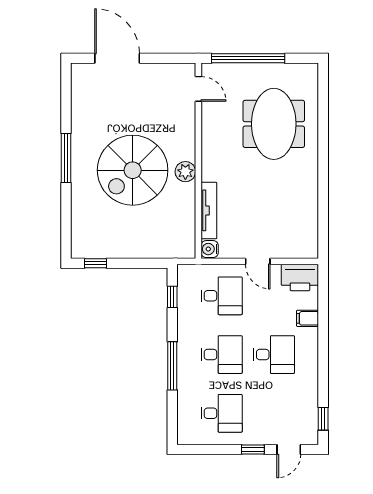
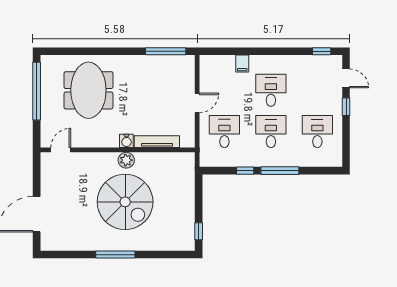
window: (248, 58) -> (37, 91), moved
meeting table: (274, 124) -> (88, 90), turned 90
window: (323, 222) -> (166, 51), added
water cooler: (210, 249) -> (126, 141), moved
printer: (300, 277) -> (210, 70), removed
window: (172, 297) -> (245, 171), moved

